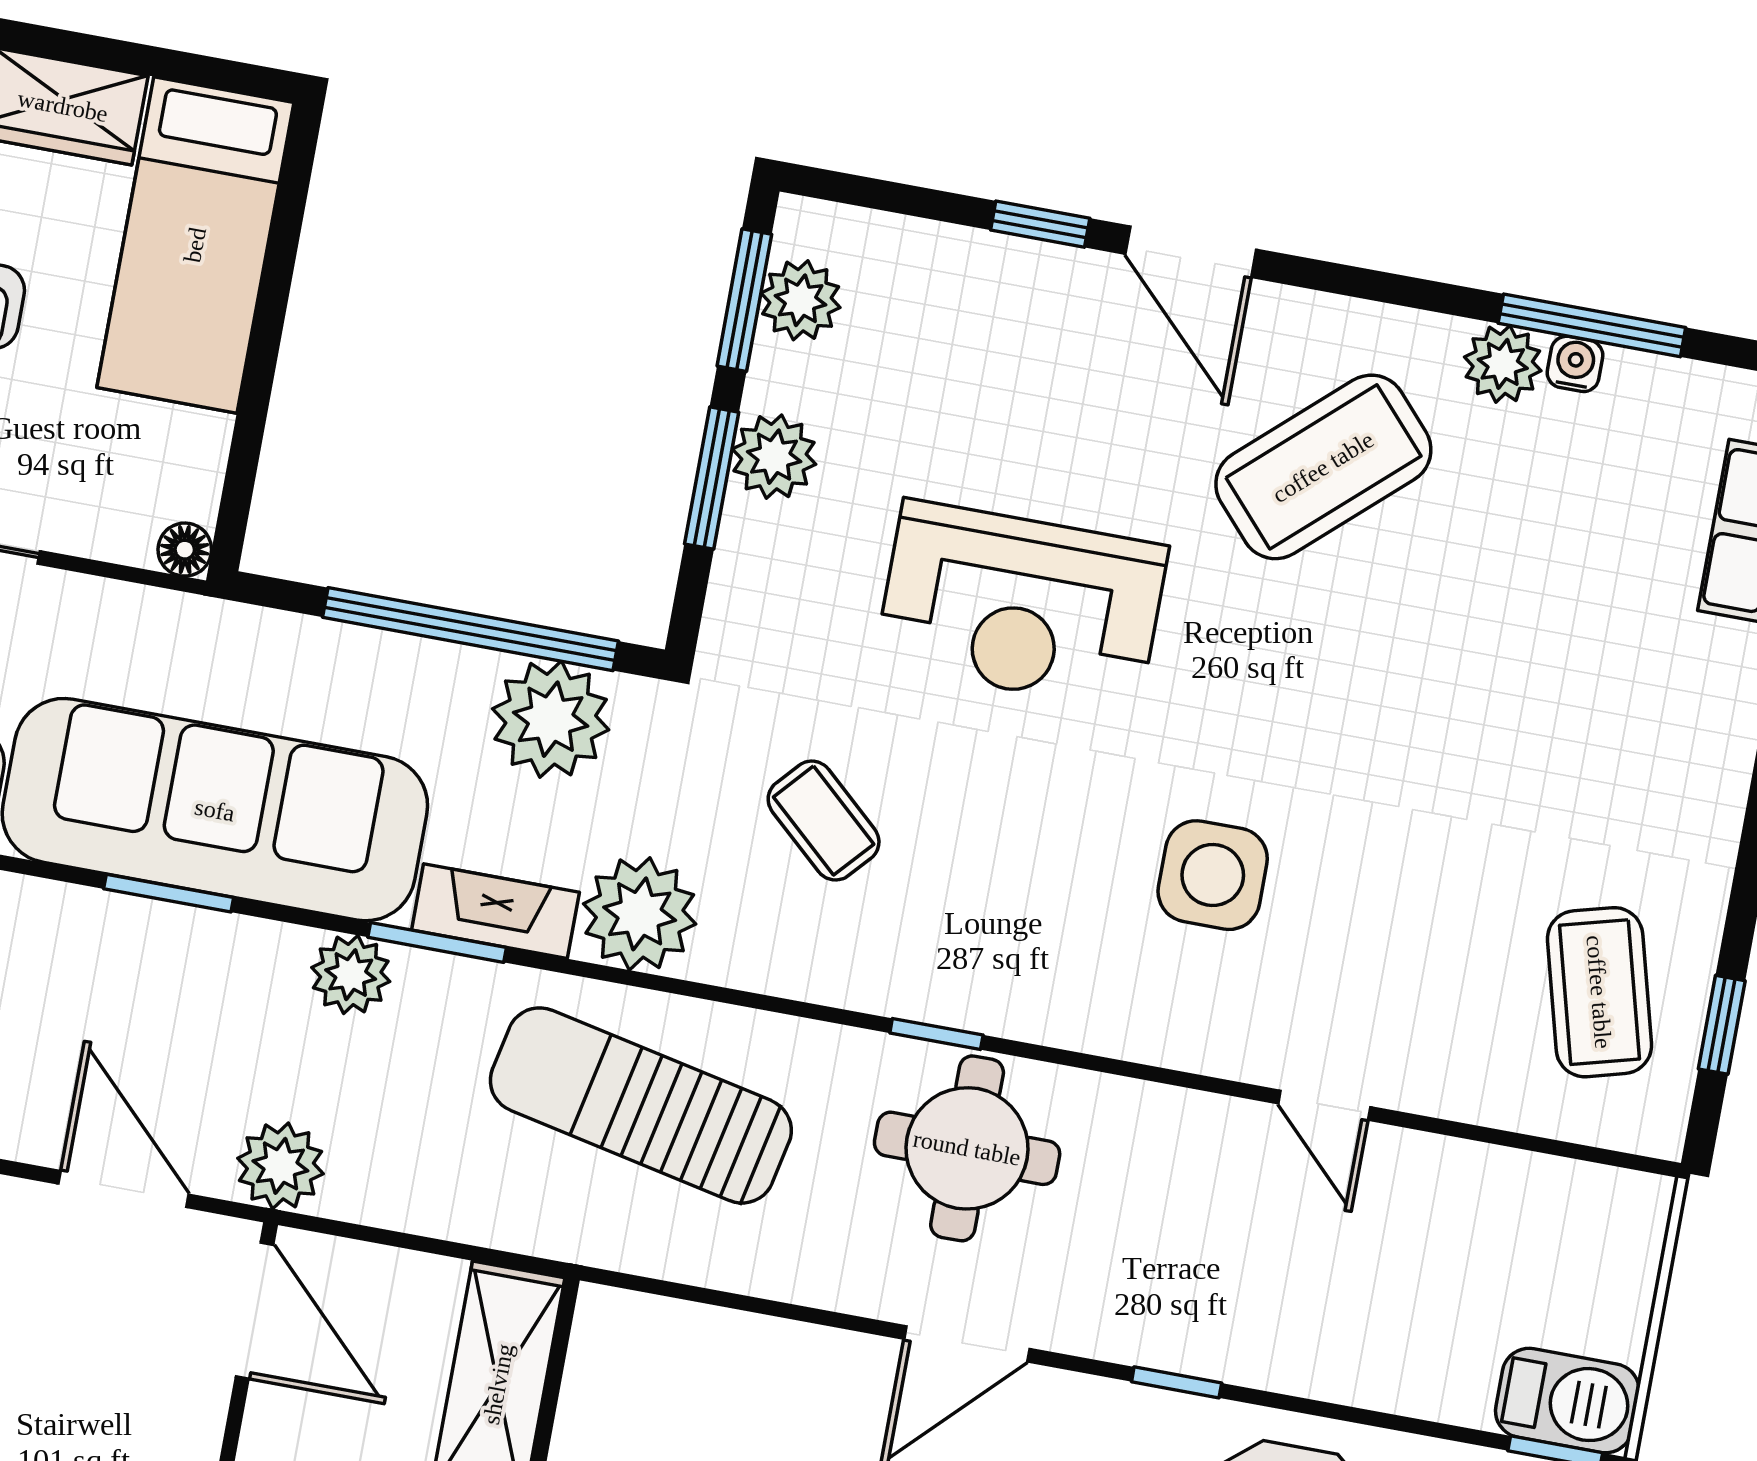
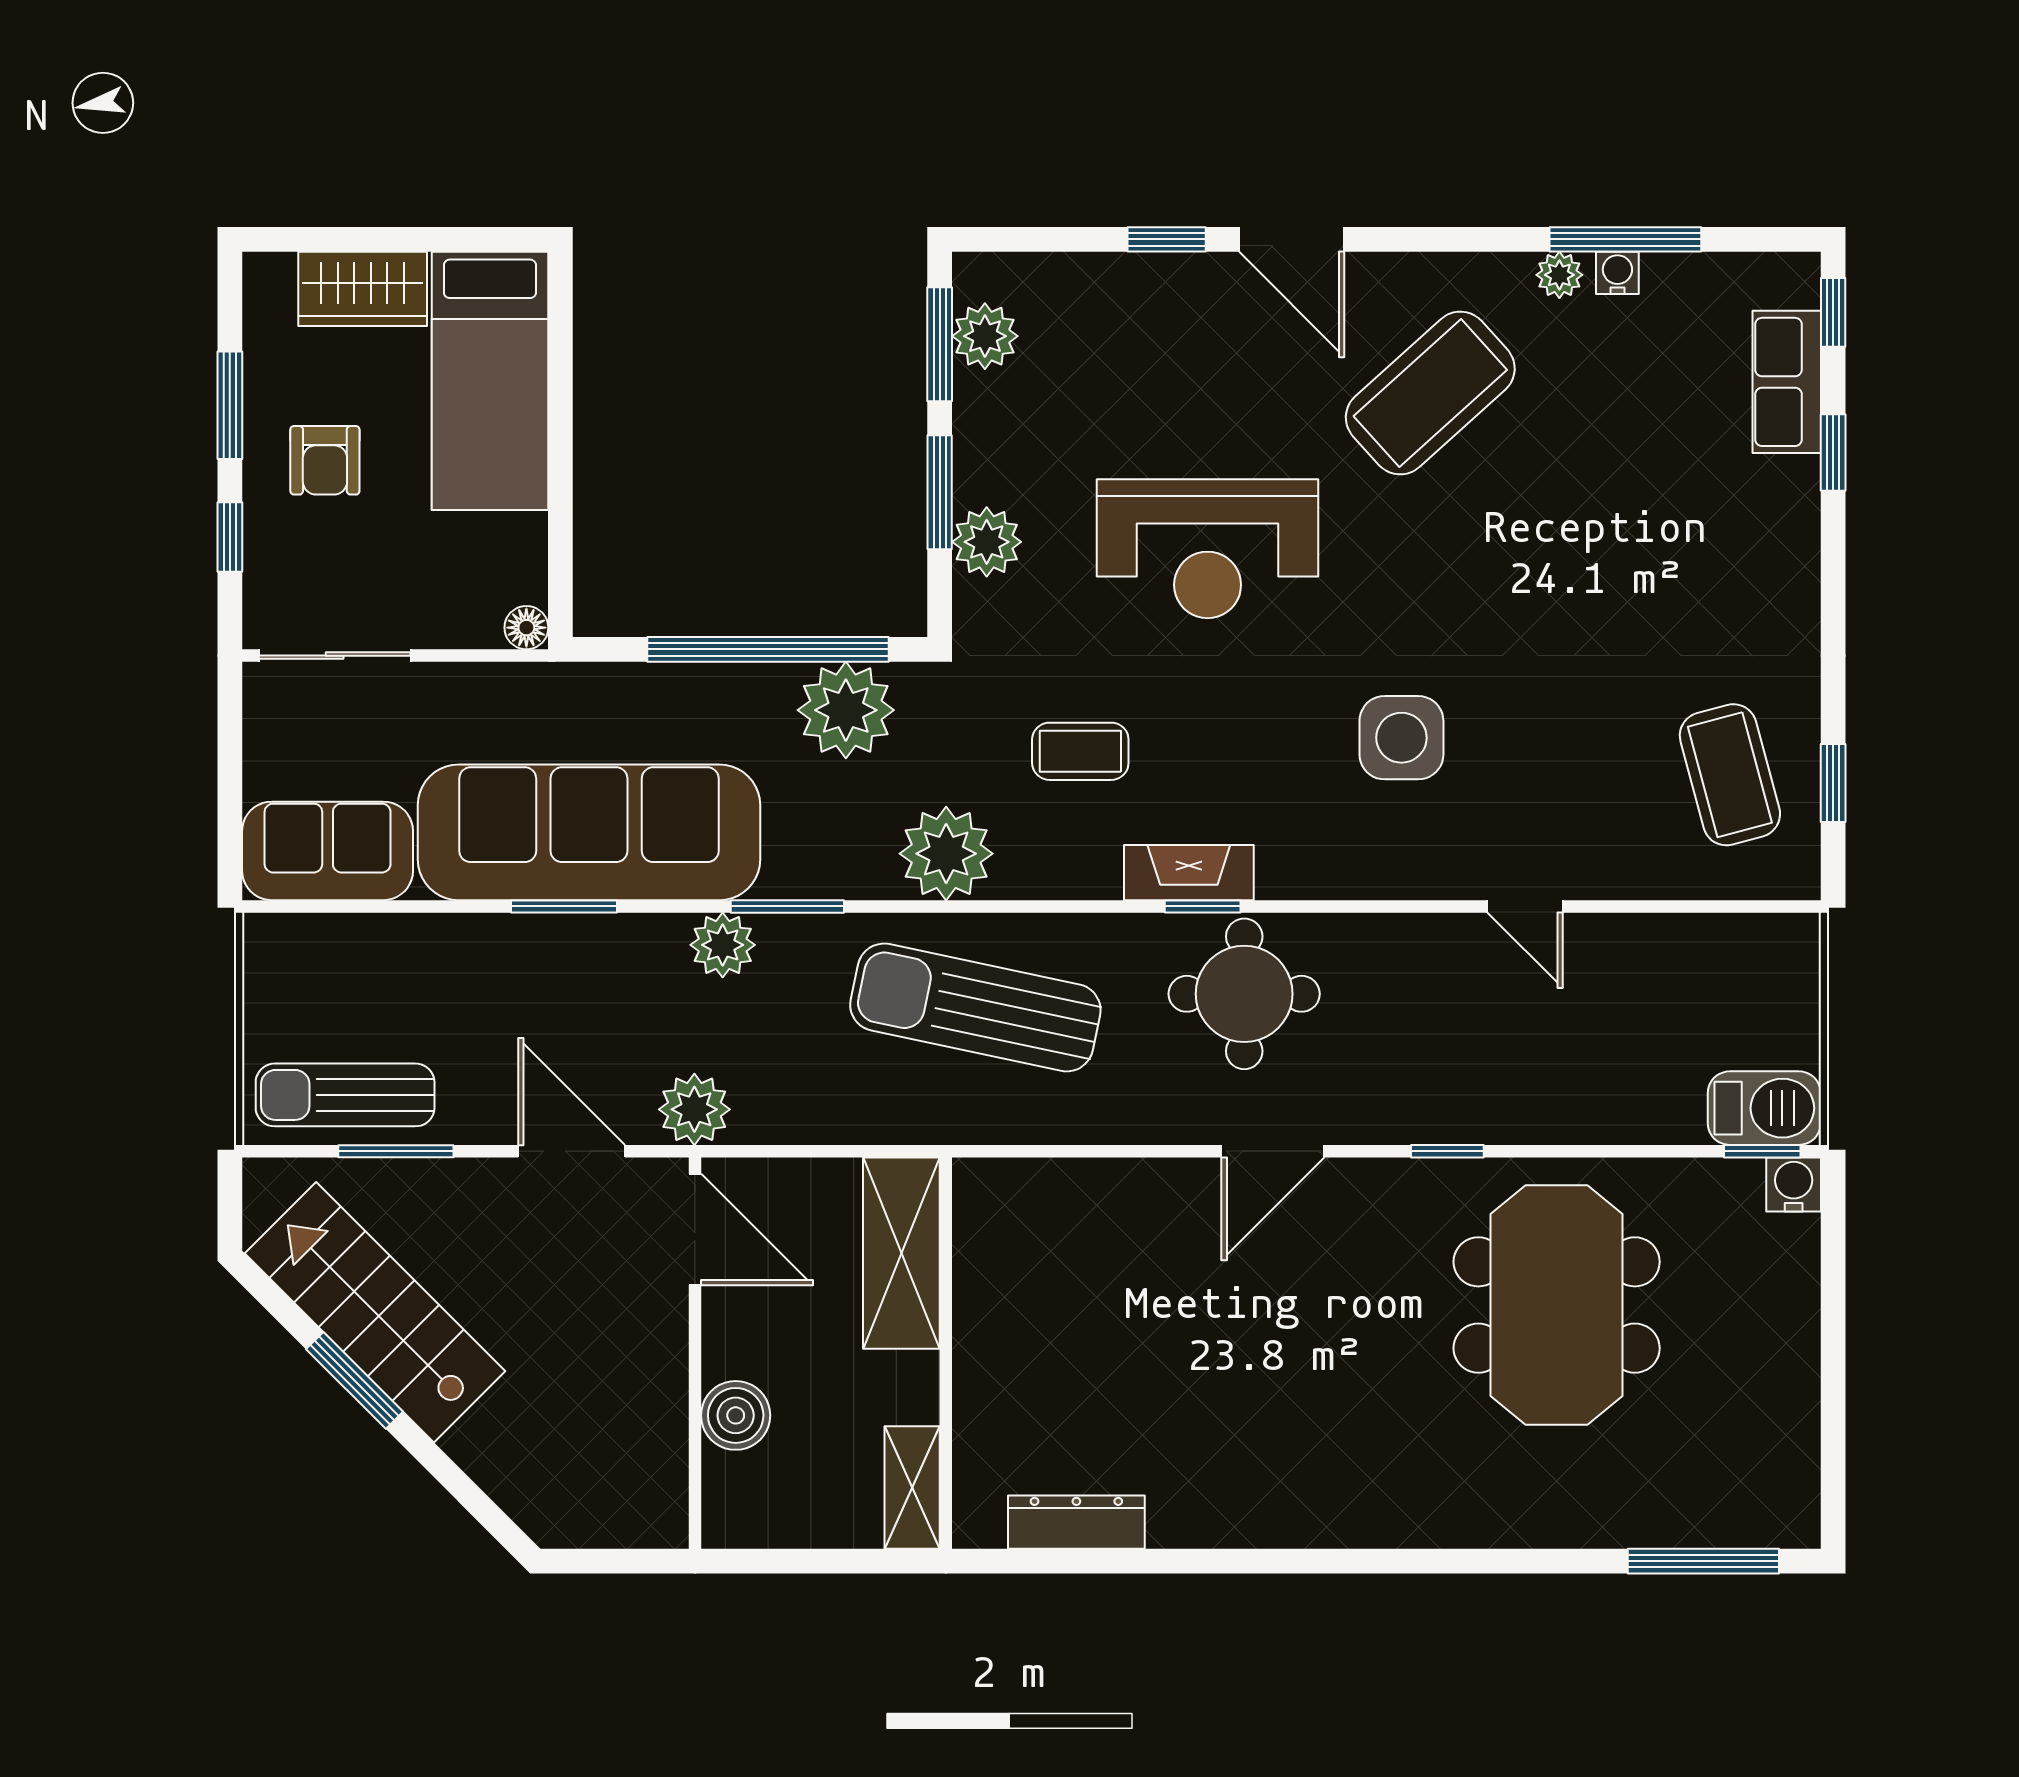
plant: (1503, 364) -> (1559, 275), width x0.73, depth x0.73
plant: (774, 457) -> (987, 542), moved
coffee table: (824, 821) -> (1080, 751), turned -42
fireplace: (495, 911) -> (1189, 873), moved

